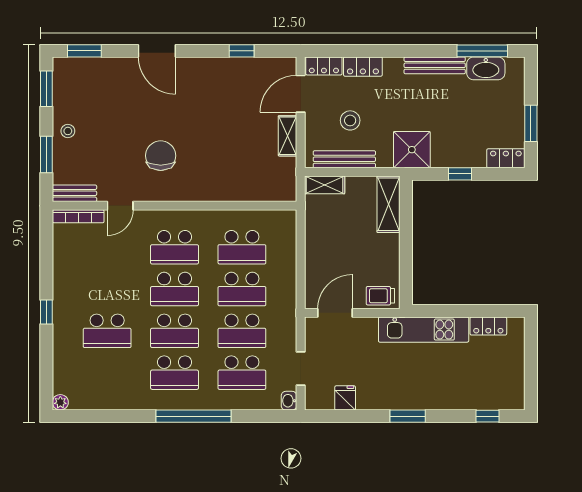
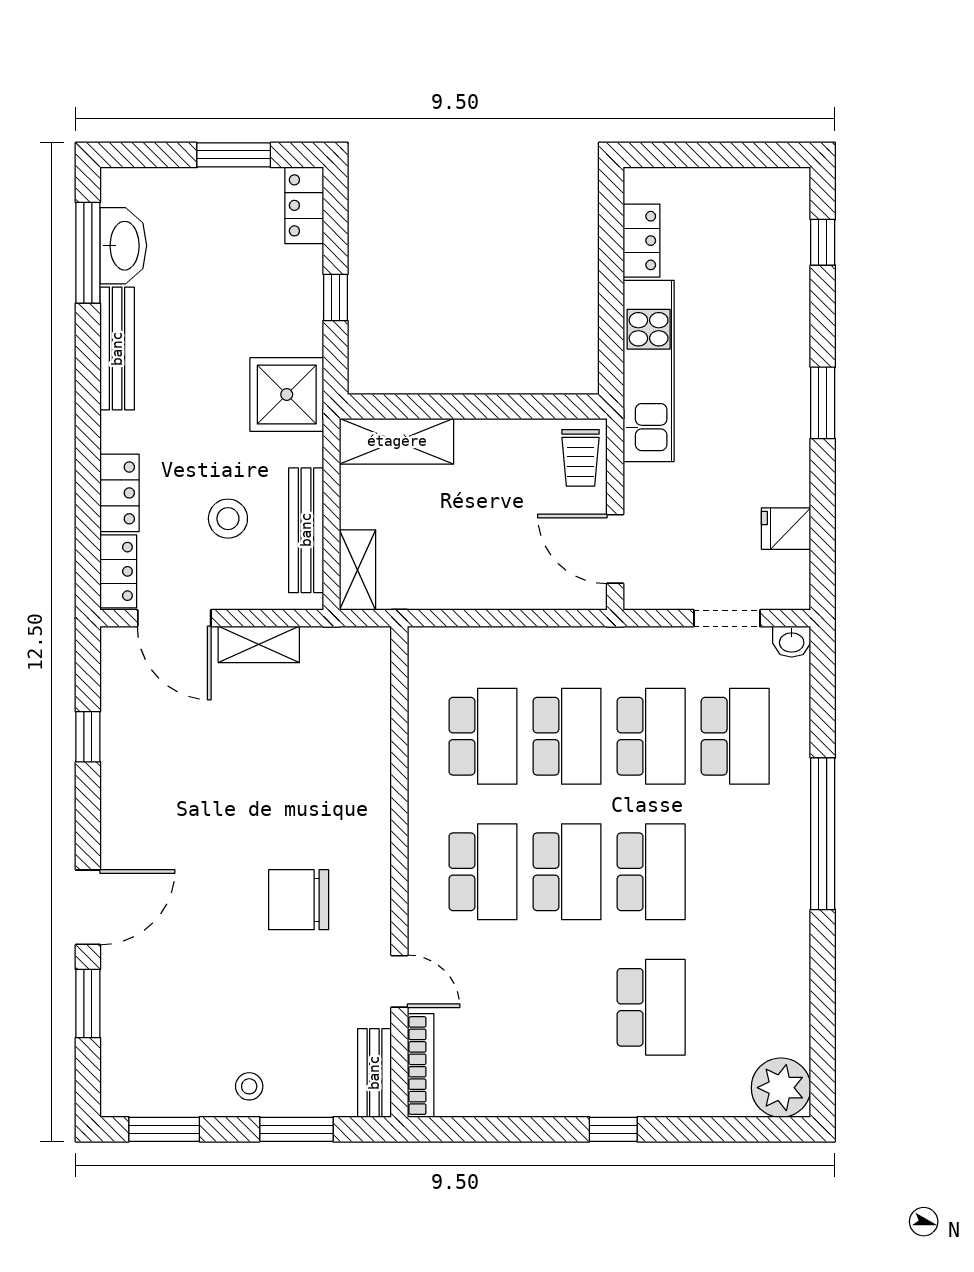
window: (84, 51) -> (88, 1004), moved
school desk: (175, 373) -> (735, 872), removed
plant: (60, 402) -> (781, 1088), width x1.88, depth x1.88

